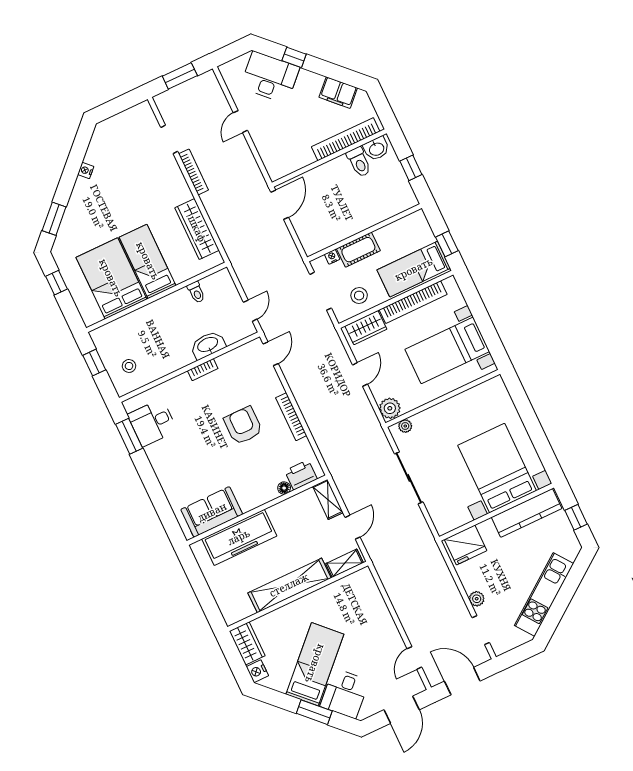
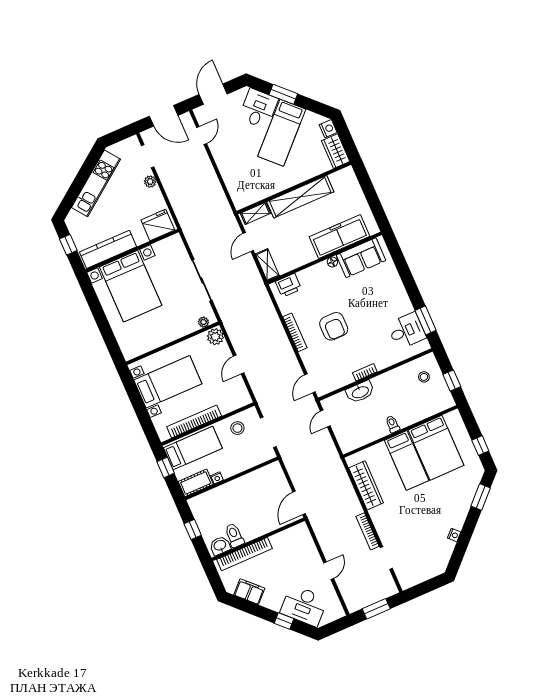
cot: (358, 250) -> (196, 483), moved
nightstand: (332, 257) -> (217, 478), moved
toilet: (196, 292) -> (392, 424), moved
wardrobe: (366, 328) -> (233, 402), removed
floor lamp: (284, 488) -> (332, 262), moved

